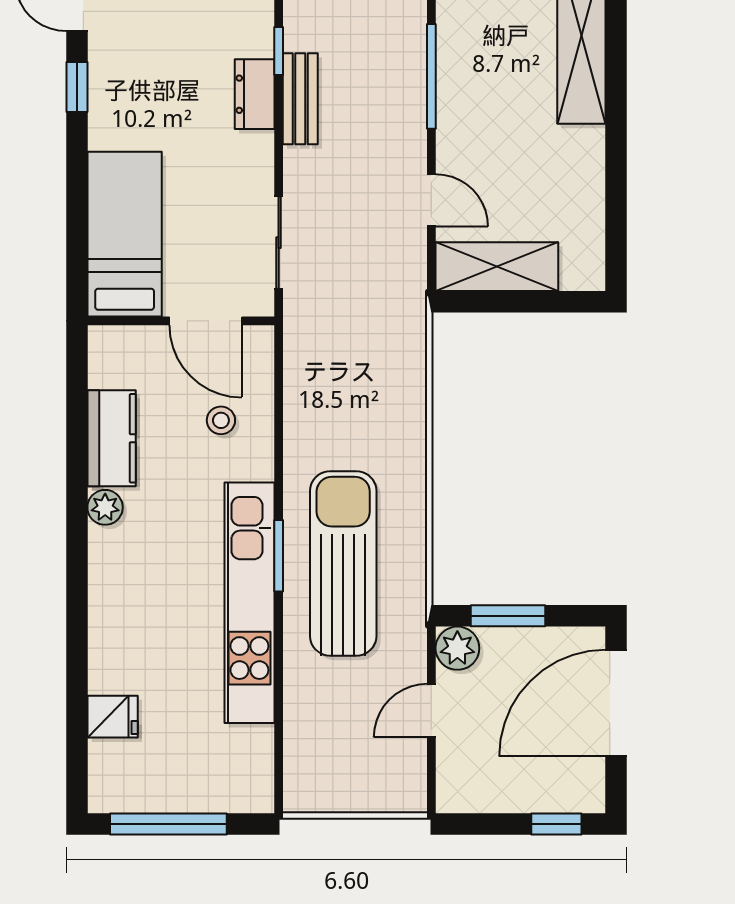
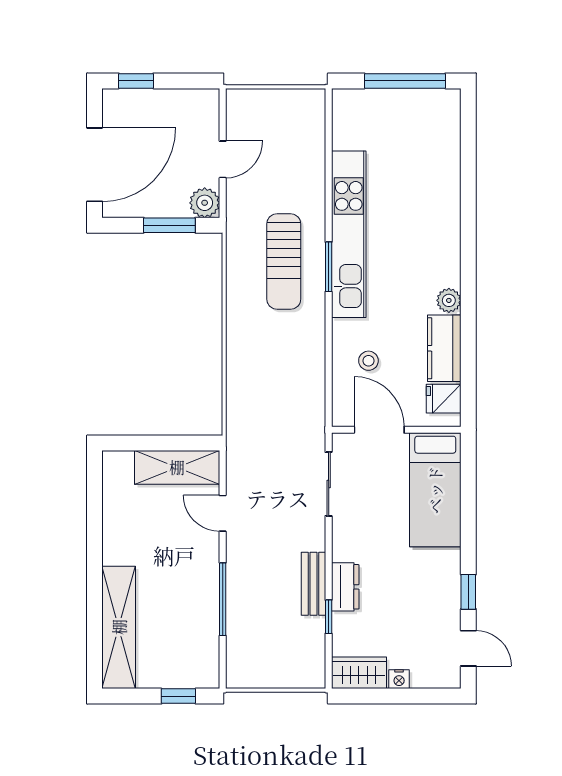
sun lounger: (343, 563) -> (284, 261), width x0.73, depth x0.75
fridge: (113, 717) -> (444, 399), moved

